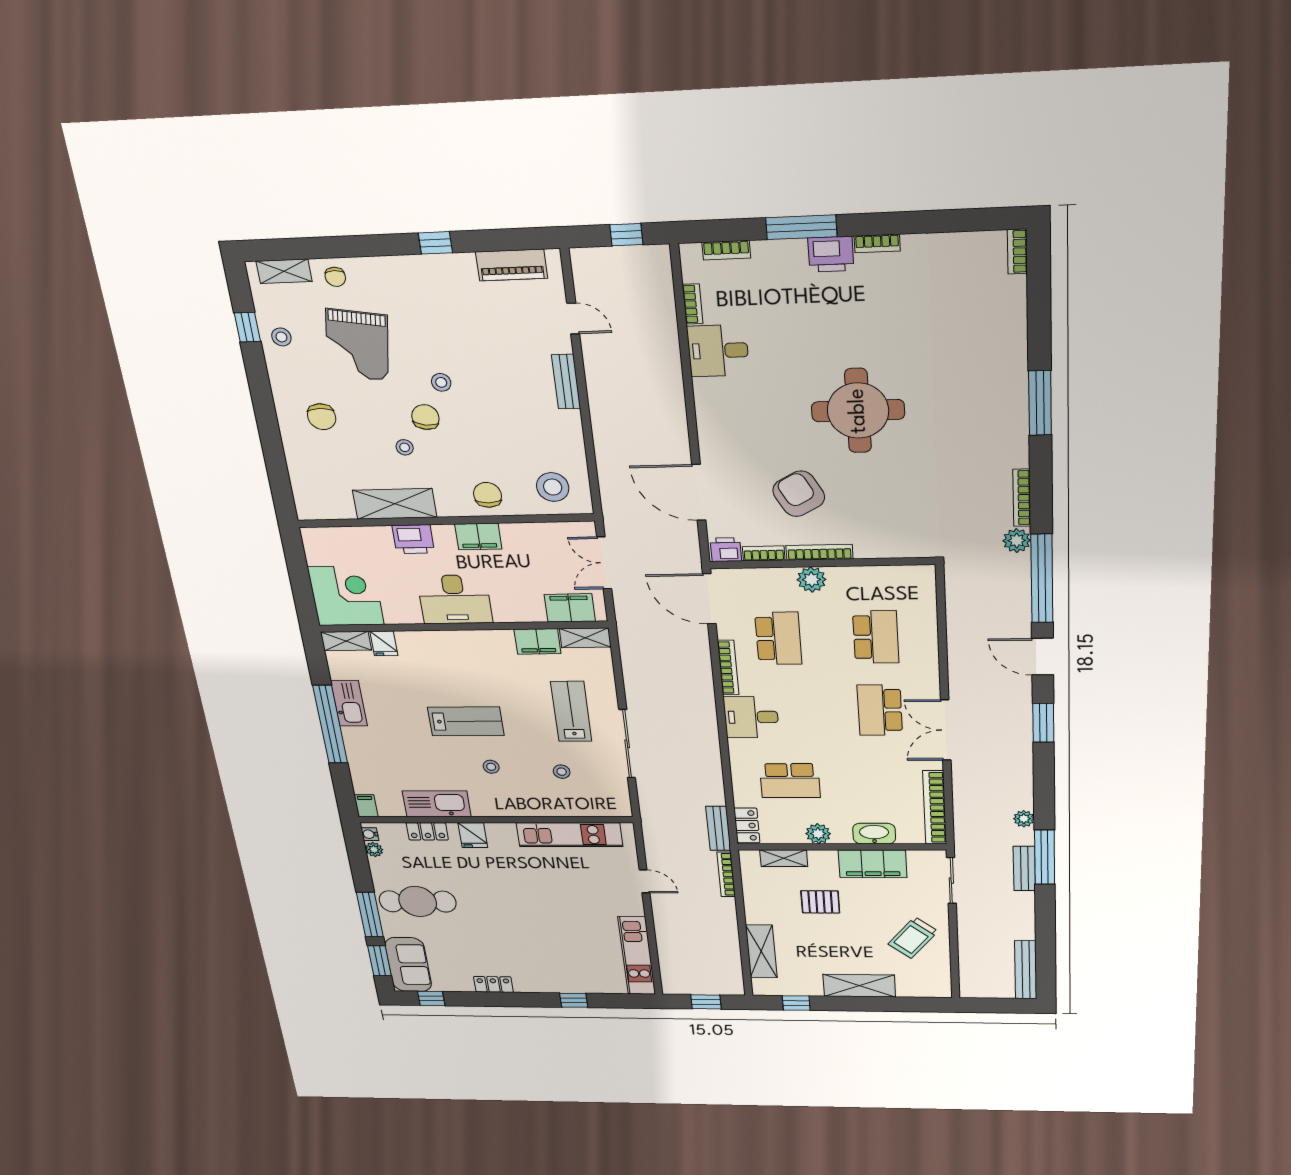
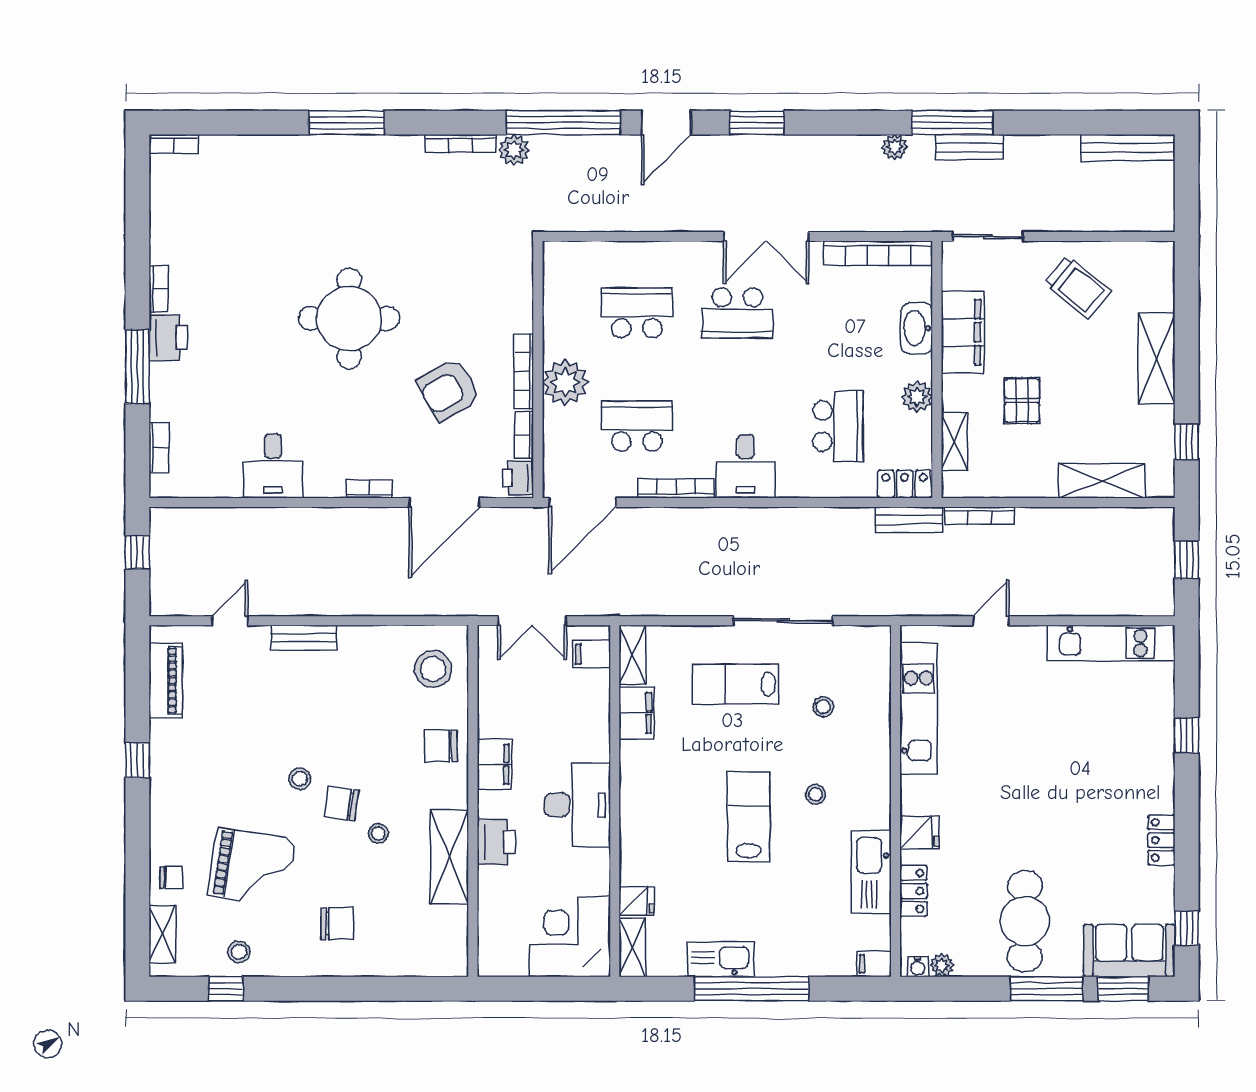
bookcase: (693, 304) -> (369, 489), moved
plant: (812, 580) -> (565, 382), width x1.36, depth x1.36
filing cabinet: (570, 608) -> (591, 654), width x0.50

